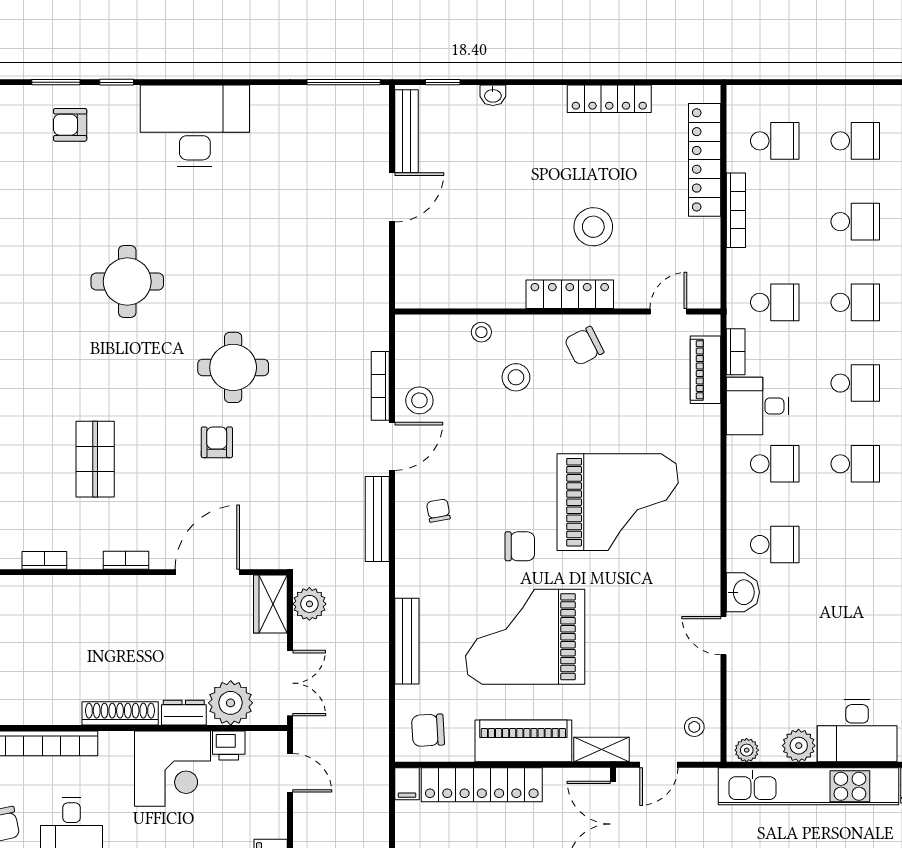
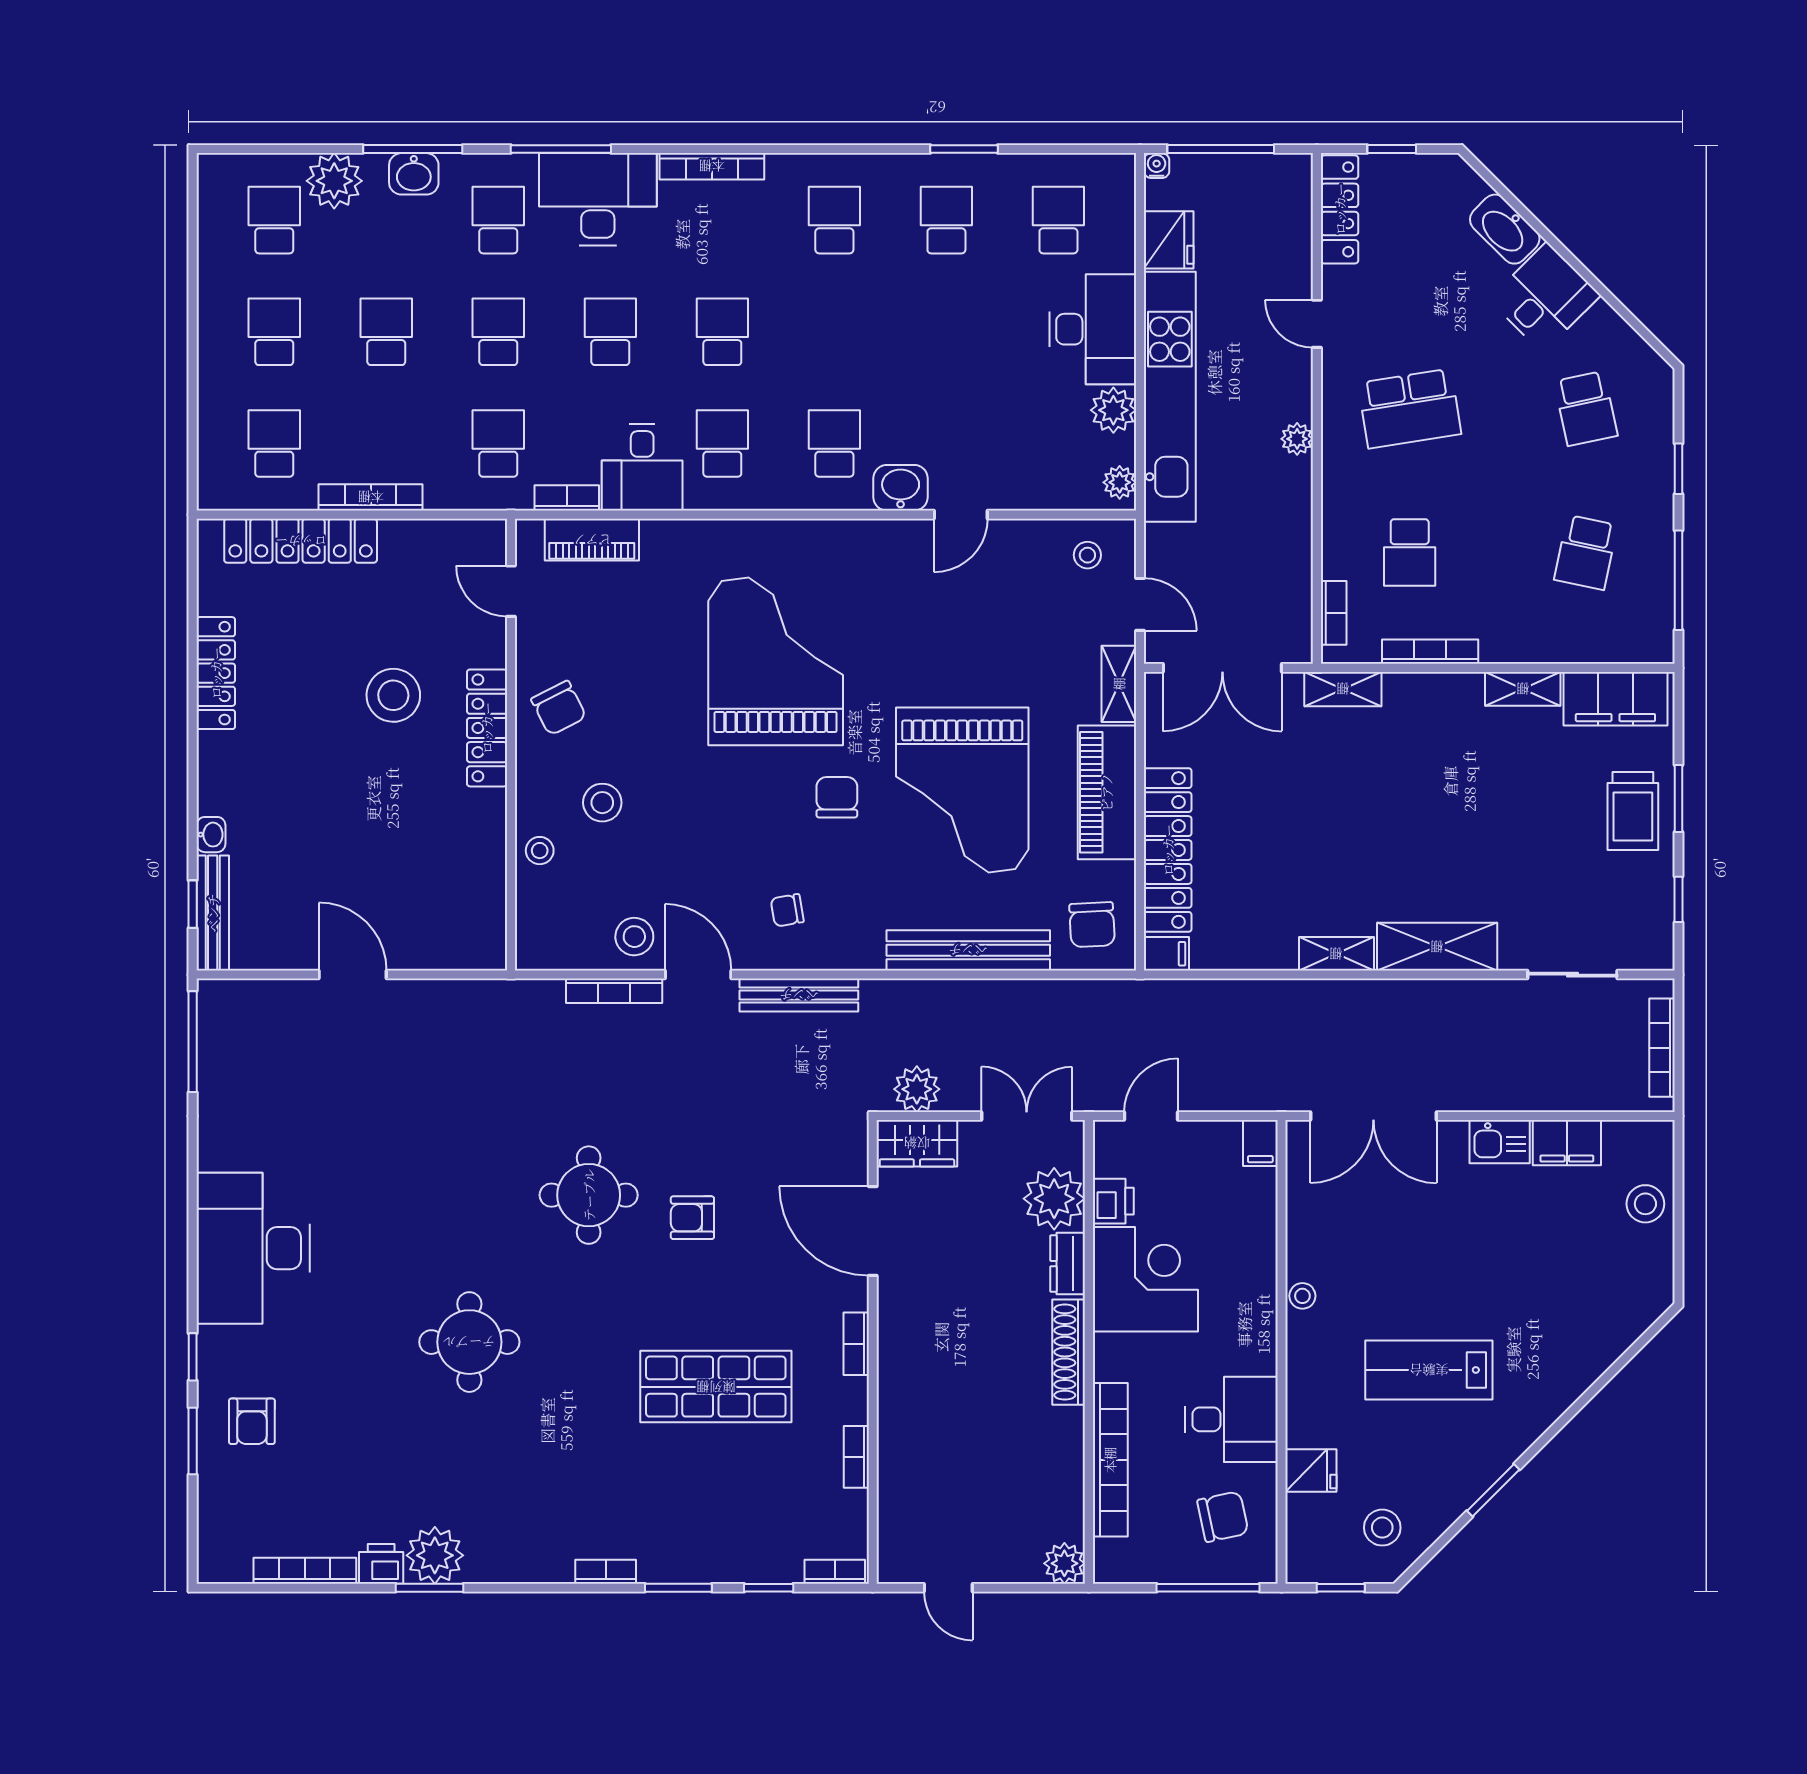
bench: (406, 131) -> (213, 913), moved, turned 90
shop shelf: (95, 459) -> (716, 1387), width x1.43, depth x1.36
bench: (407, 641) -> (968, 950), width x1.37, depth x1.21

